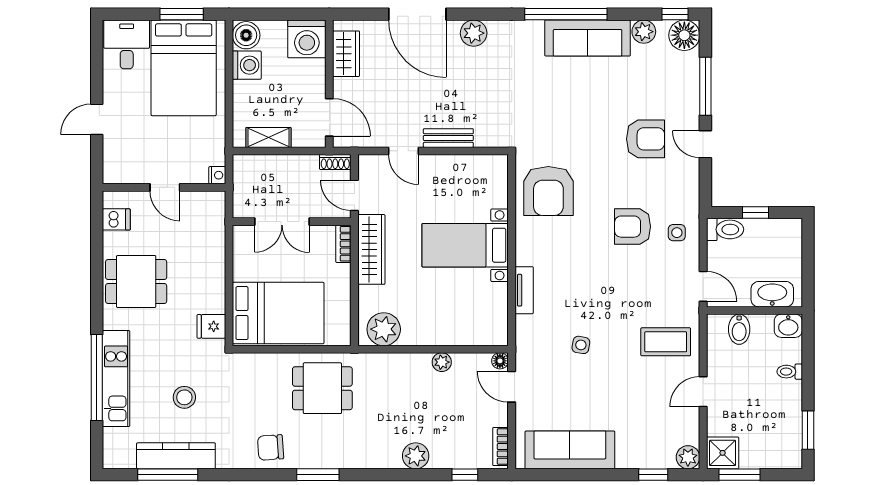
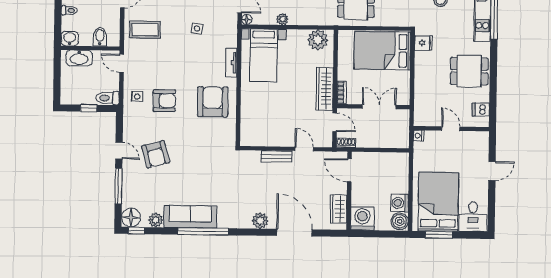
shelving: (268, 137) -> (387, 158), removed
armchair: (646, 139) -> (156, 154), turned -105
armchair: (548, 191) -> (213, 102), moved
bed with nightstands: (465, 245) -> (264, 55), moved, turned 90

